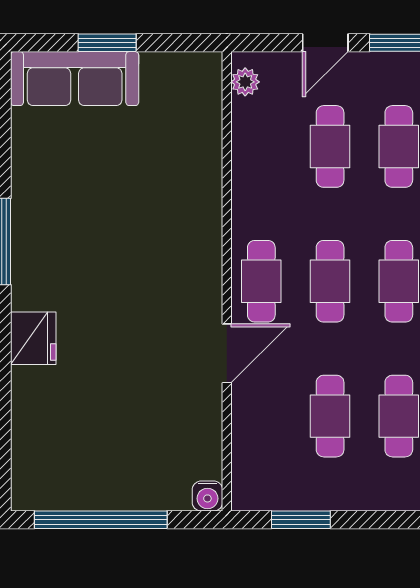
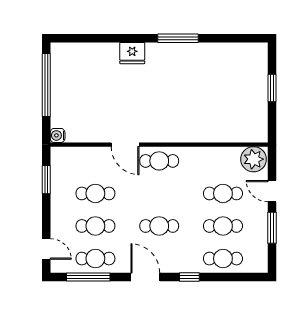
sofa: (75, 79) -> (255, 73), removed
plant: (245, 82) -> (254, 159), width x1.88, depth x1.88
cafe table: (330, 281) -> (159, 193), removed

